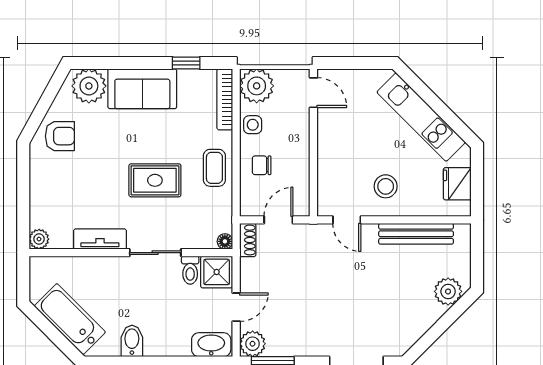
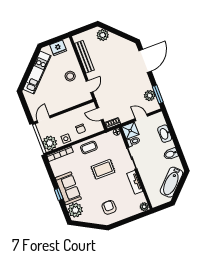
window: (186, 63) -> (59, 194), moved
armchair: (60, 136) -> (109, 207), moved
rug: (155, 180) -> (103, 169), turned 90
plant: (253, 344) -> (150, 96), moved
washbasin: (211, 345) -> (165, 134), moved

